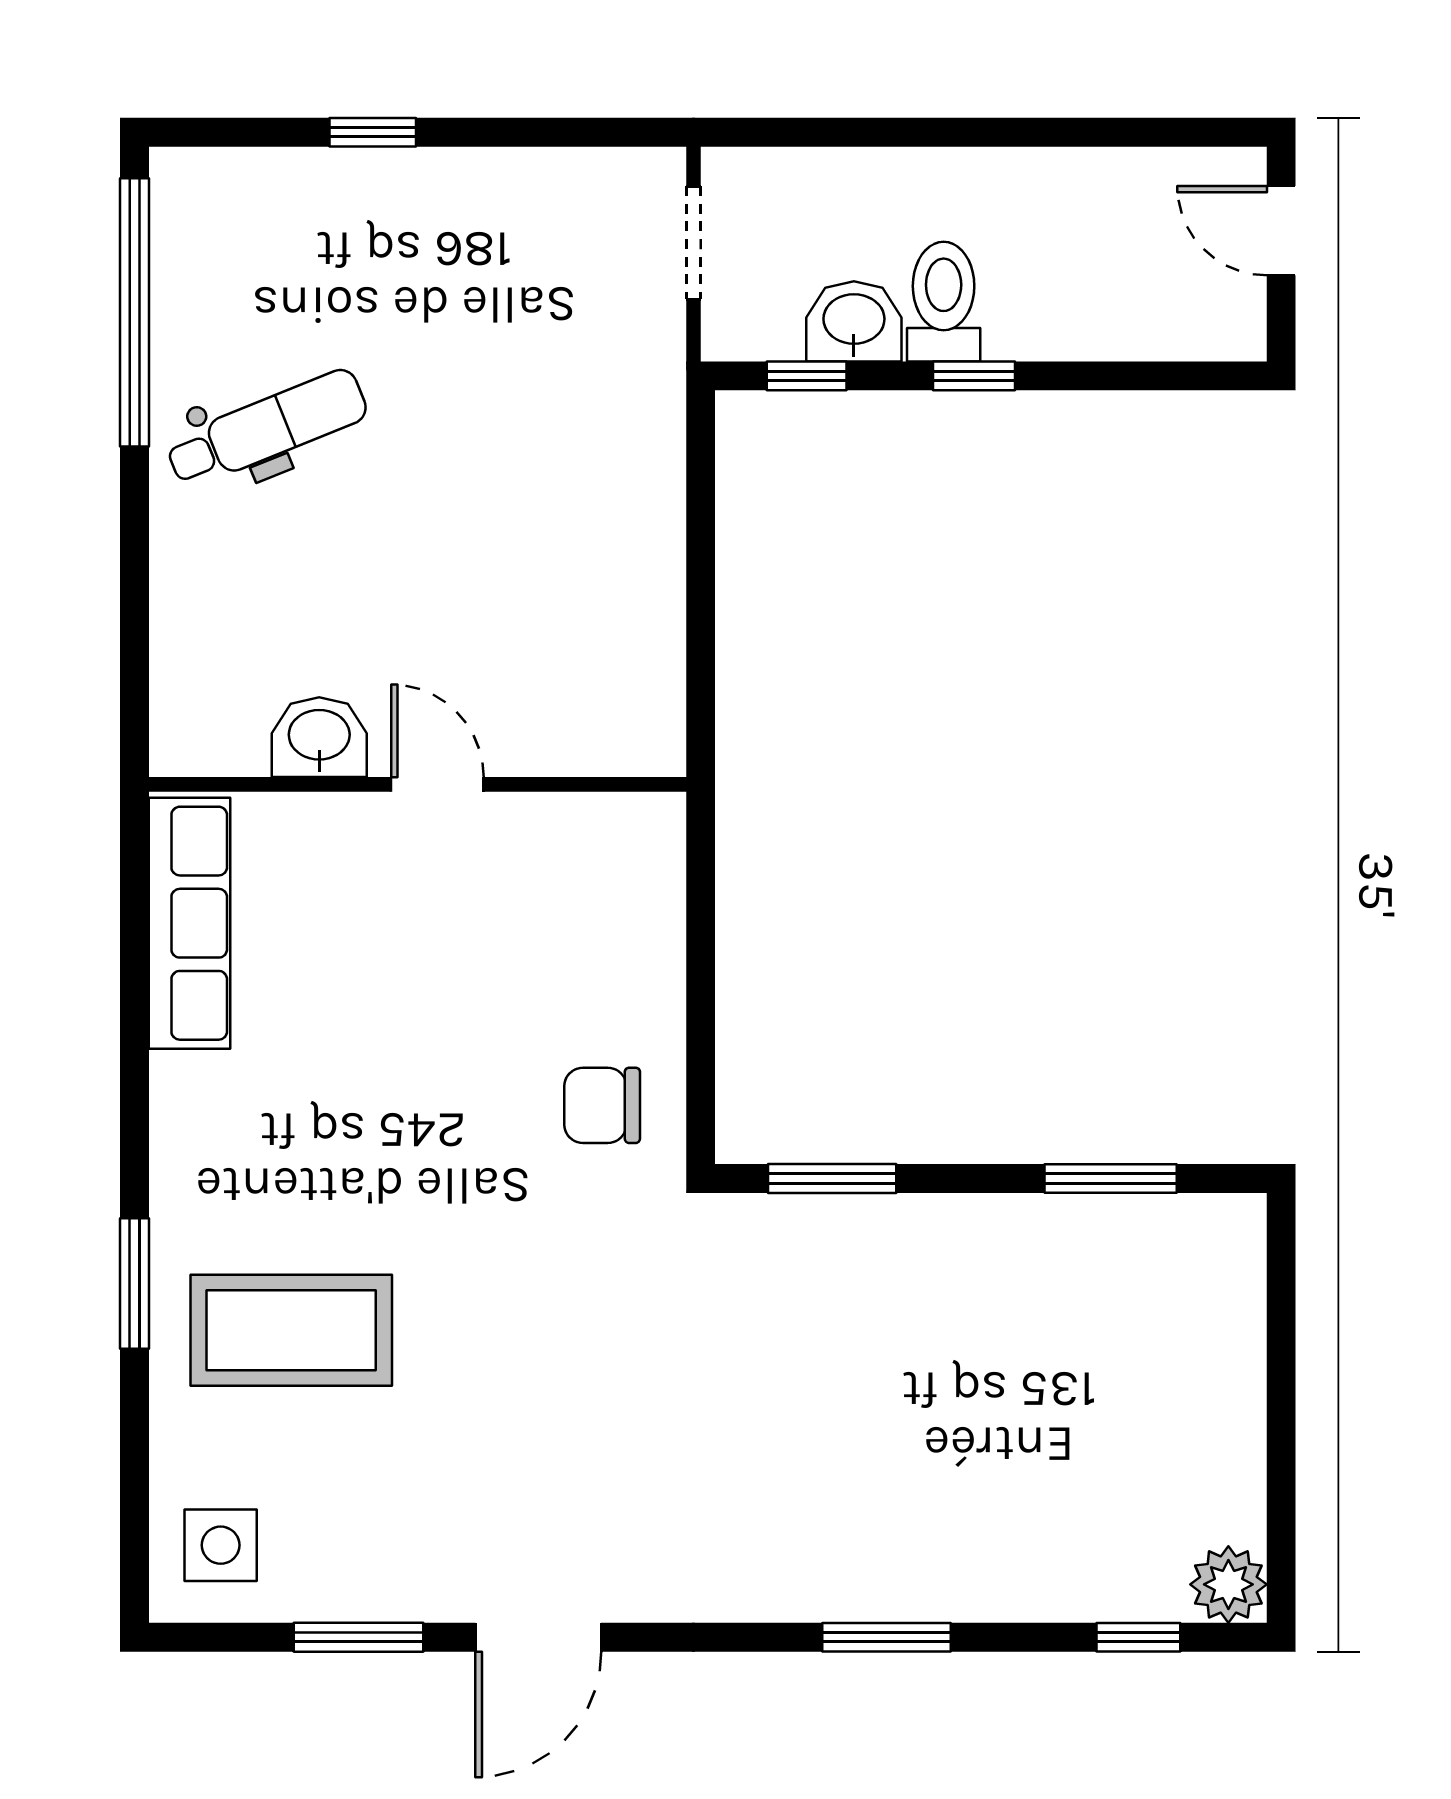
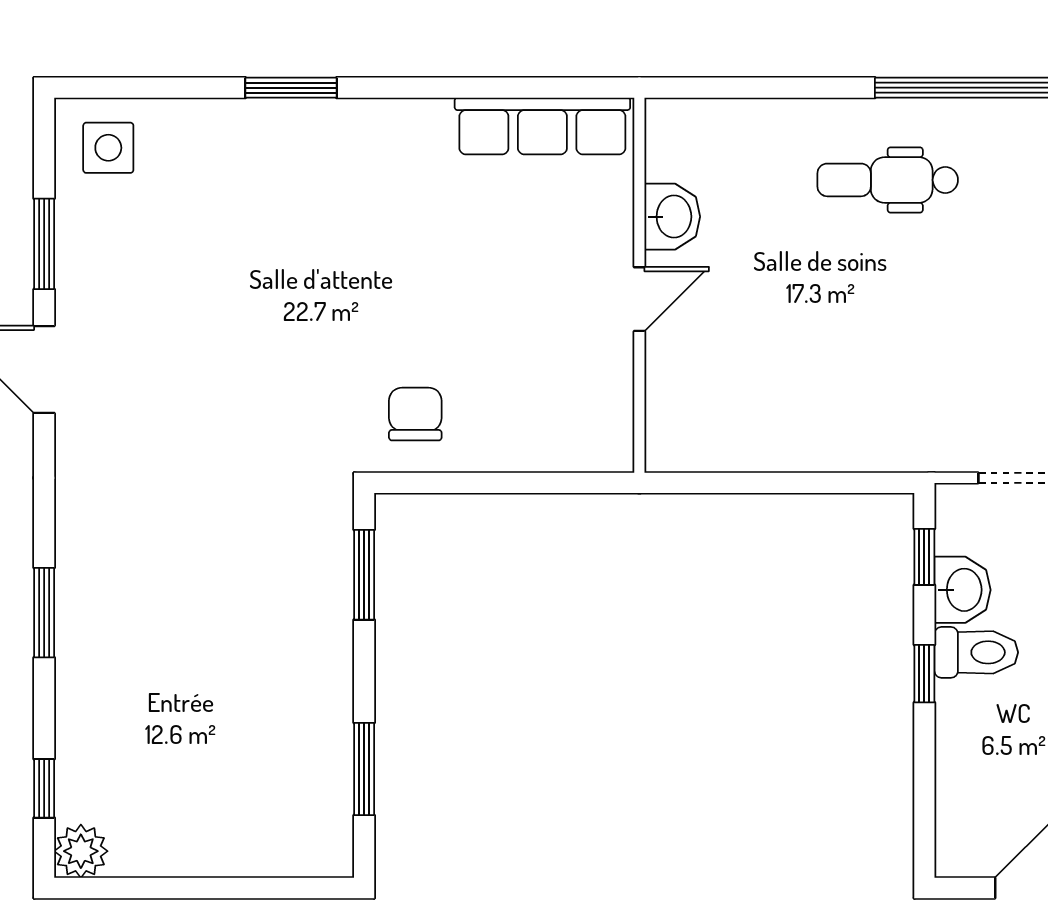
dental chair: (267, 429) -> (888, 180), turned 112
coffee table: (291, 1330) -> (258, 197), removed

